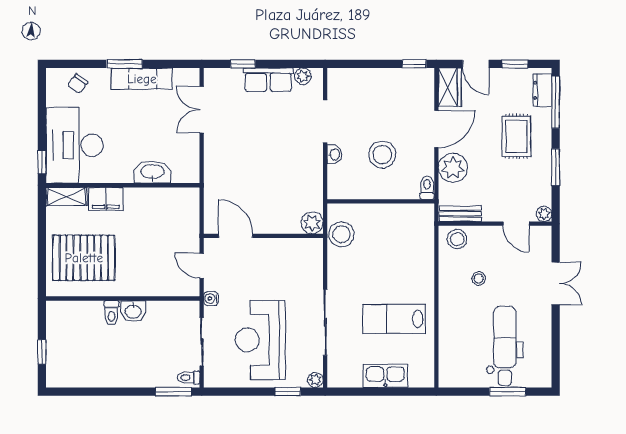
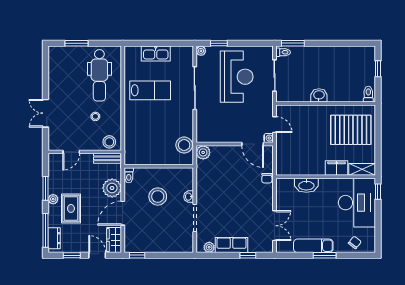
chair: (214, 183) -> (267, 178), added
plant: (544, 214) -> (53, 199), moved
door: (516, 224) -> (71, 152), swing flipped
water cooler: (211, 299) -> (269, 138), moved
toilet: (111, 313) -> (368, 94), moved
dental chair: (505, 346) -> (99, 75), moved

